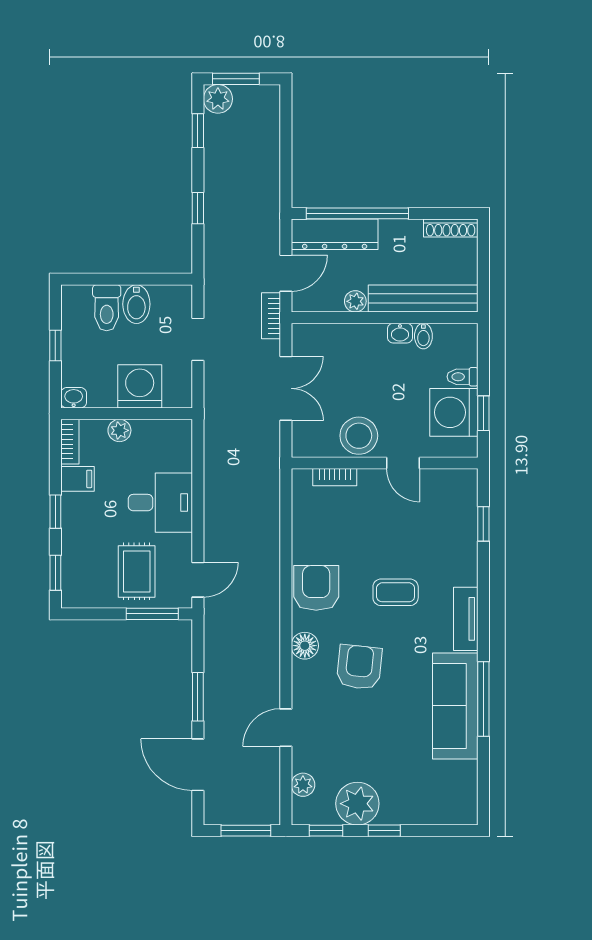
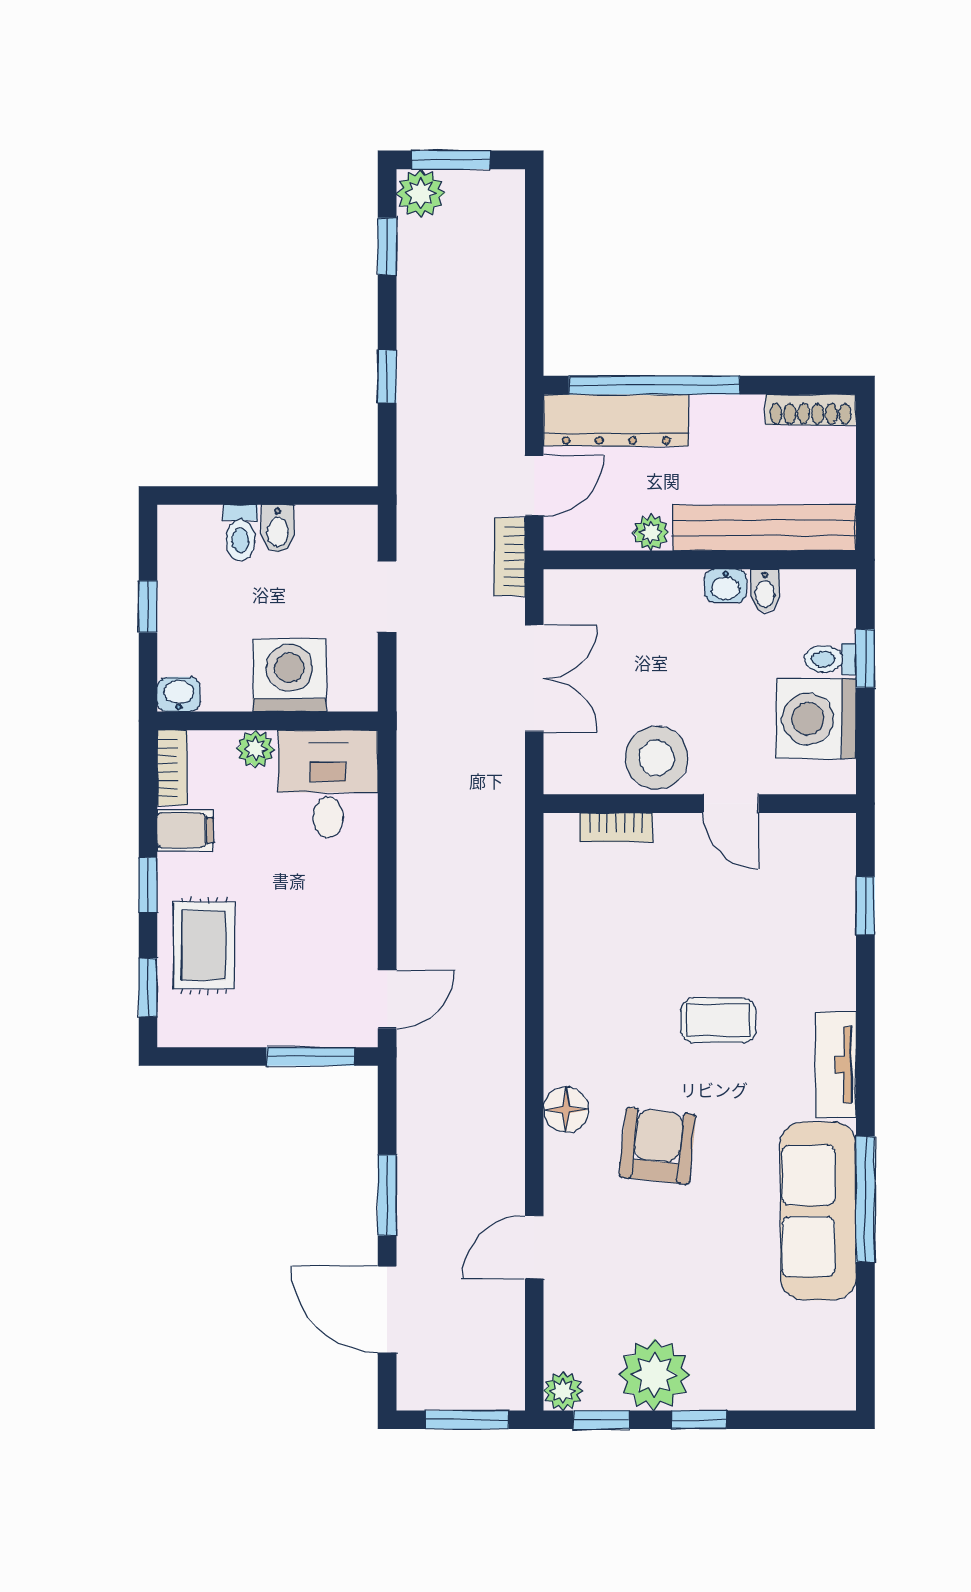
bidet: (136, 304) -> (278, 529), width x0.72, depth x0.74
toilet: (107, 308) -> (240, 533), width x0.73, depth x0.72
window: (483, 413) -> (865, 659), moved
desk: (160, 503) -> (328, 784), moved, turned -90
rug: (137, 571) -> (204, 946), moved
armchair: (316, 588) -> (585, 1013), removed
plant: (303, 785) -> (563, 1391), moved

